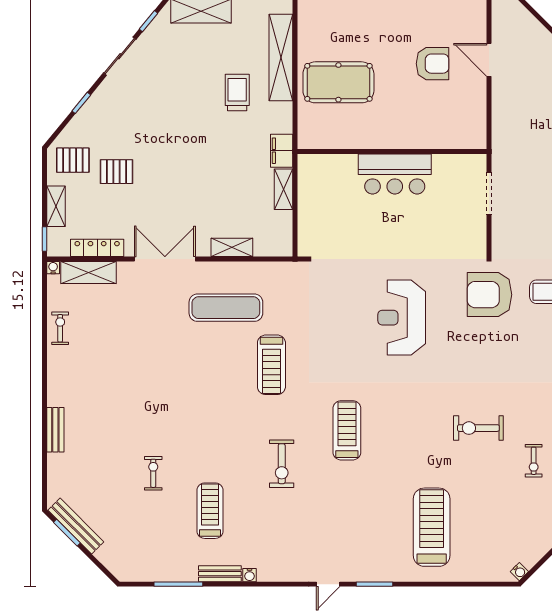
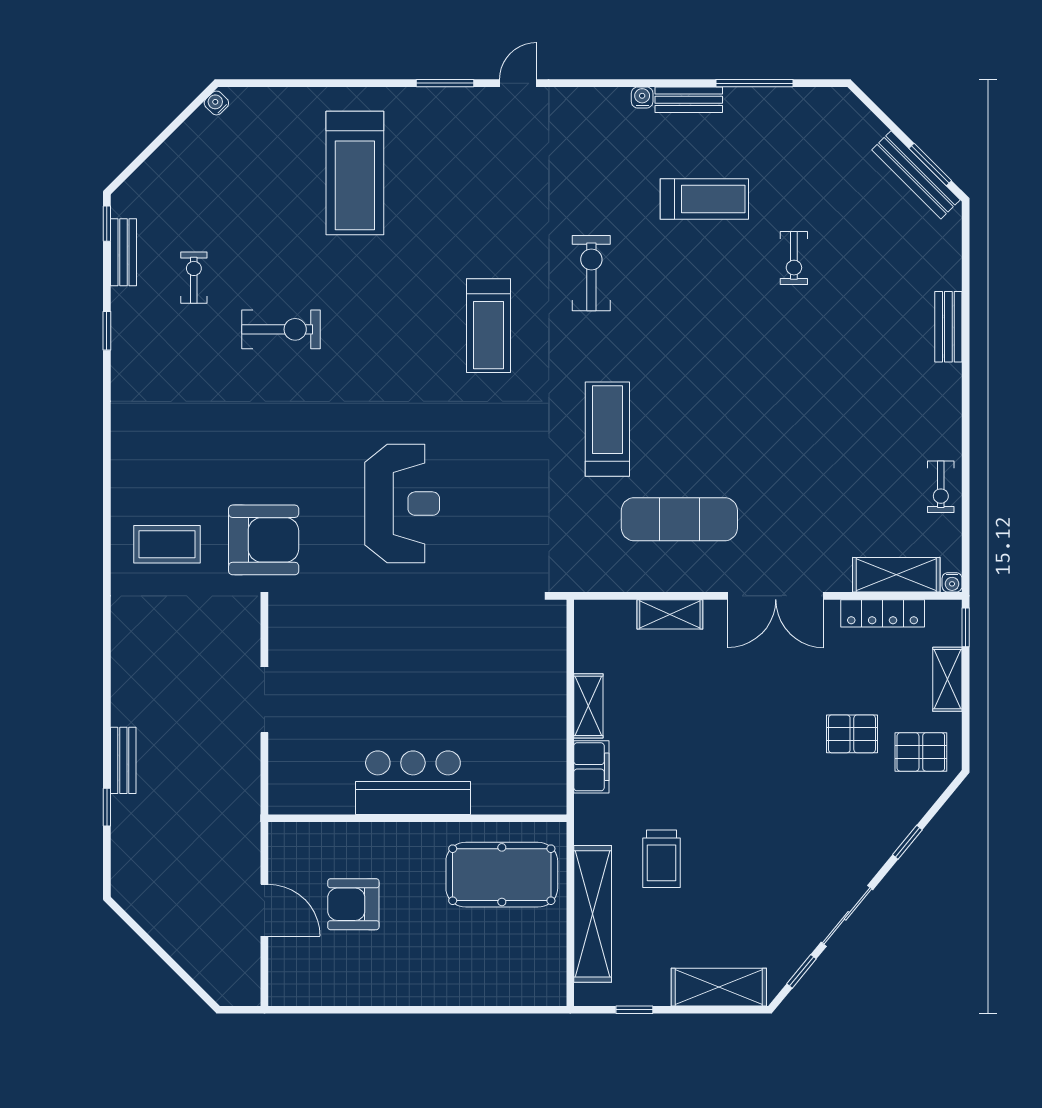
wall: (392, 151) -> (417, 818), moved
bar counter: (395, 174) -> (413, 783), moved
treadmill: (210, 511) -> (704, 199), turned -90

